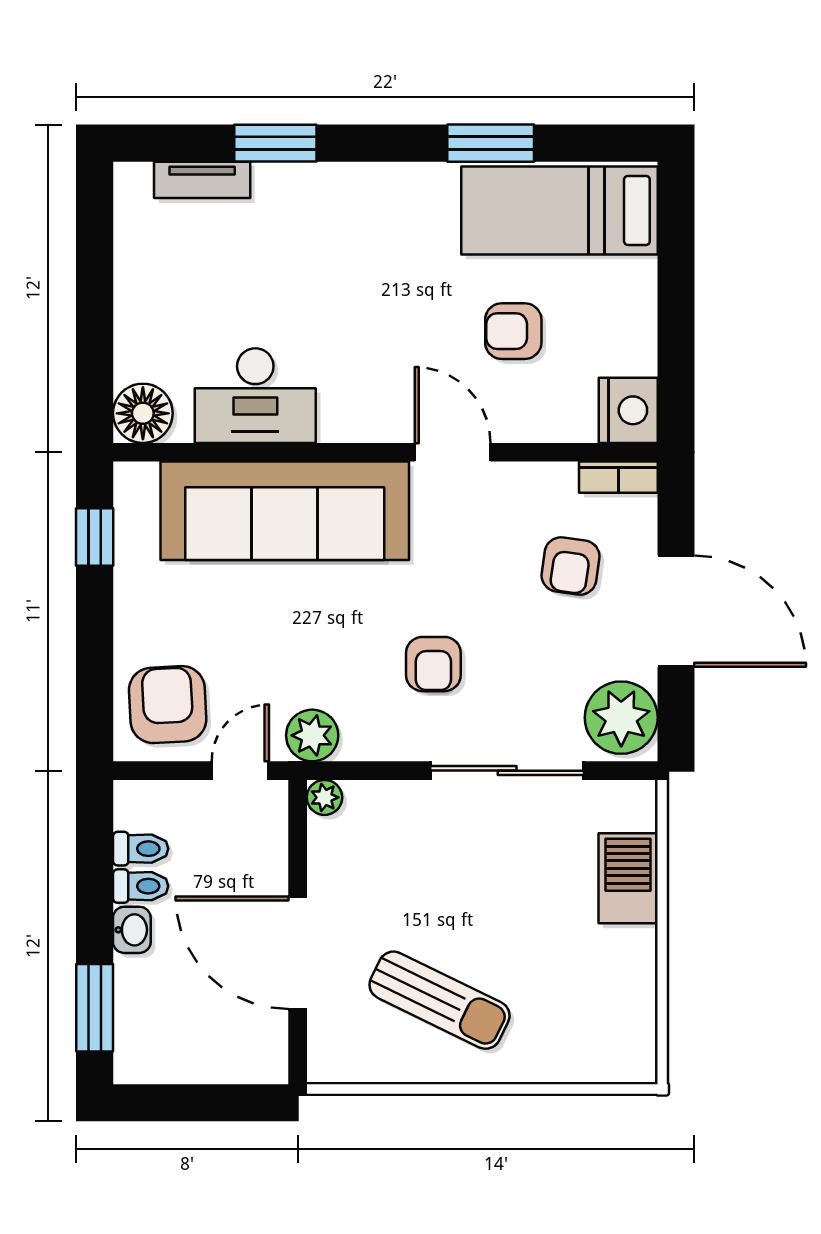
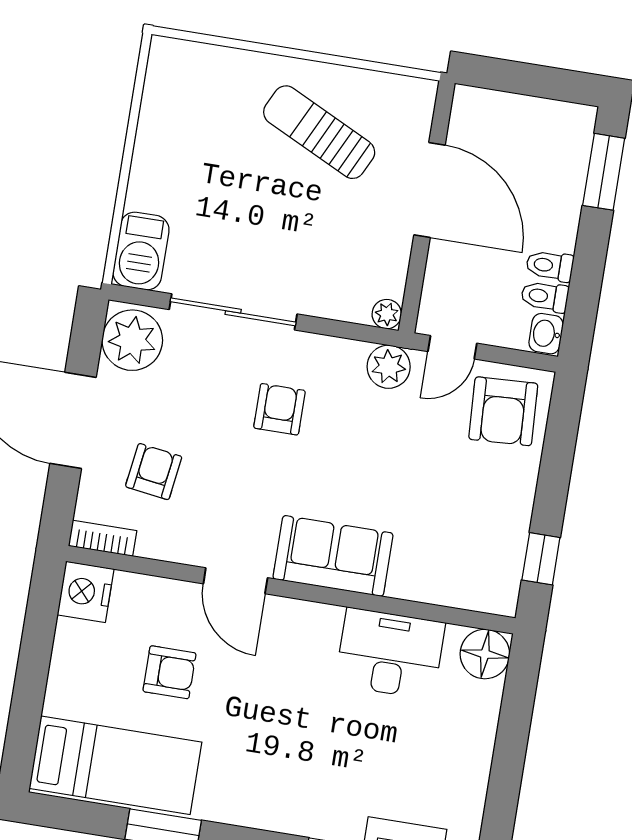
sofa: (285, 511) -> (333, 556), width x0.54, depth x0.79
barbecue: (628, 878) -> (141, 251), moved
washbasin: (132, 930) -> (546, 334), moved

